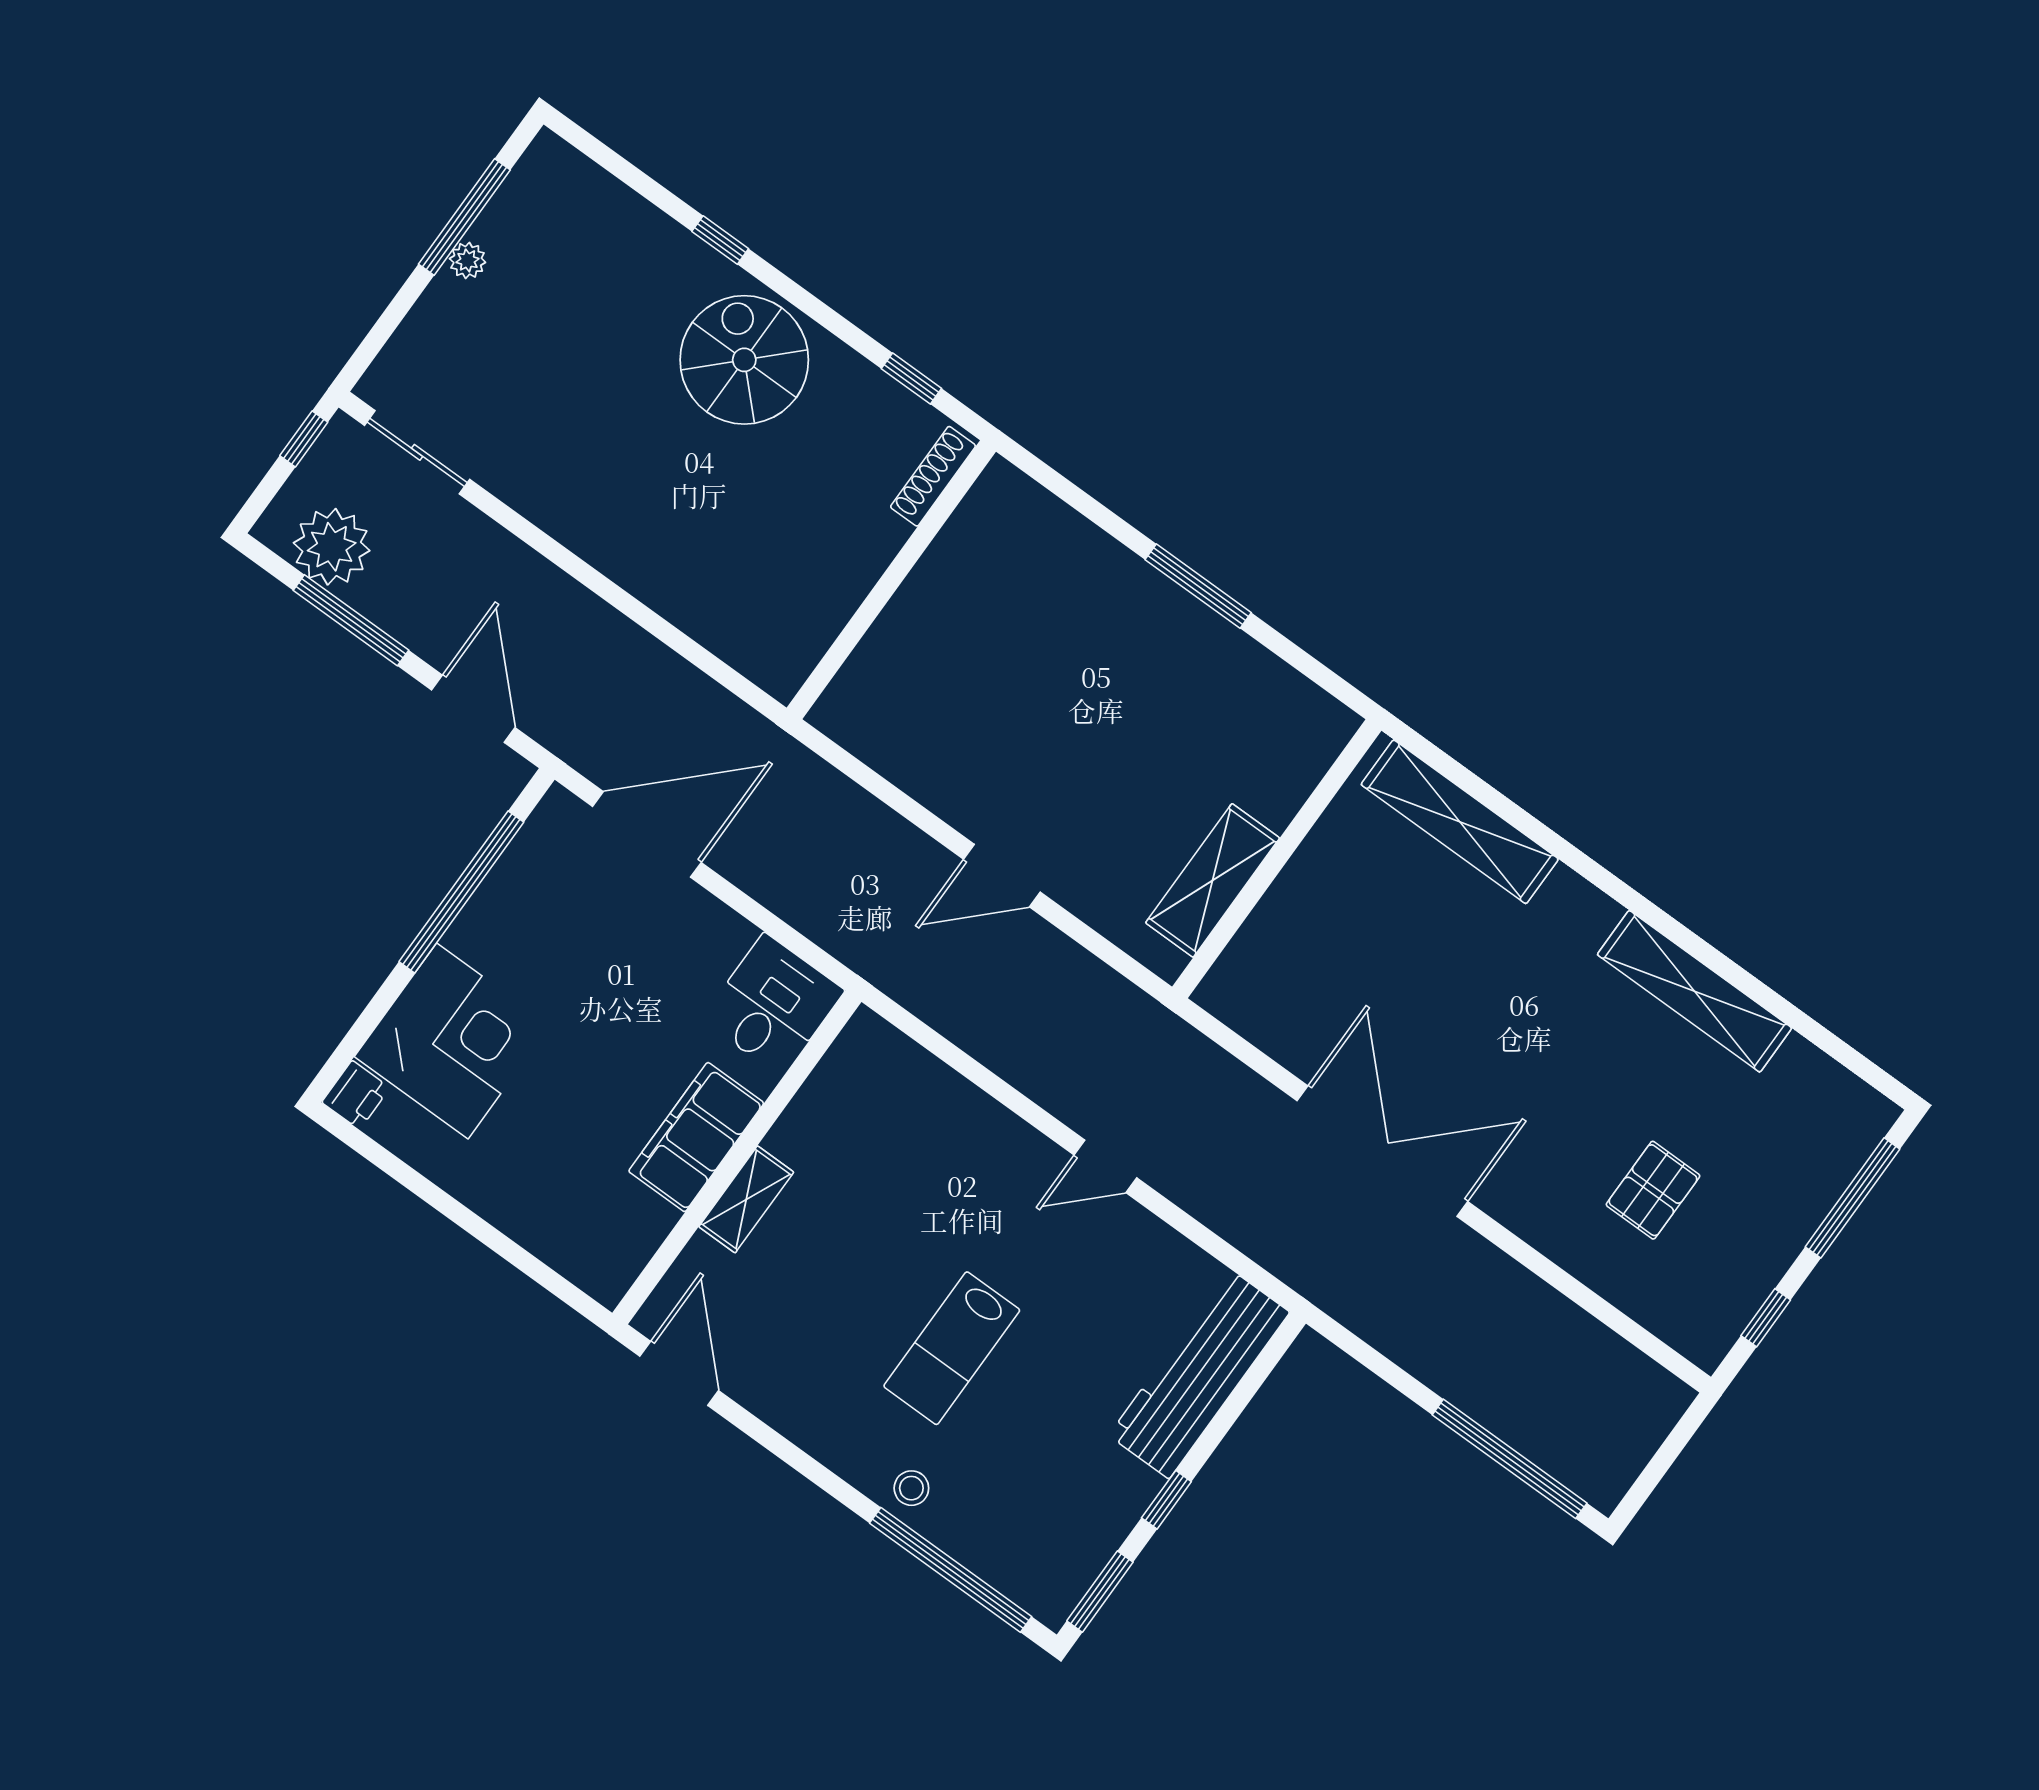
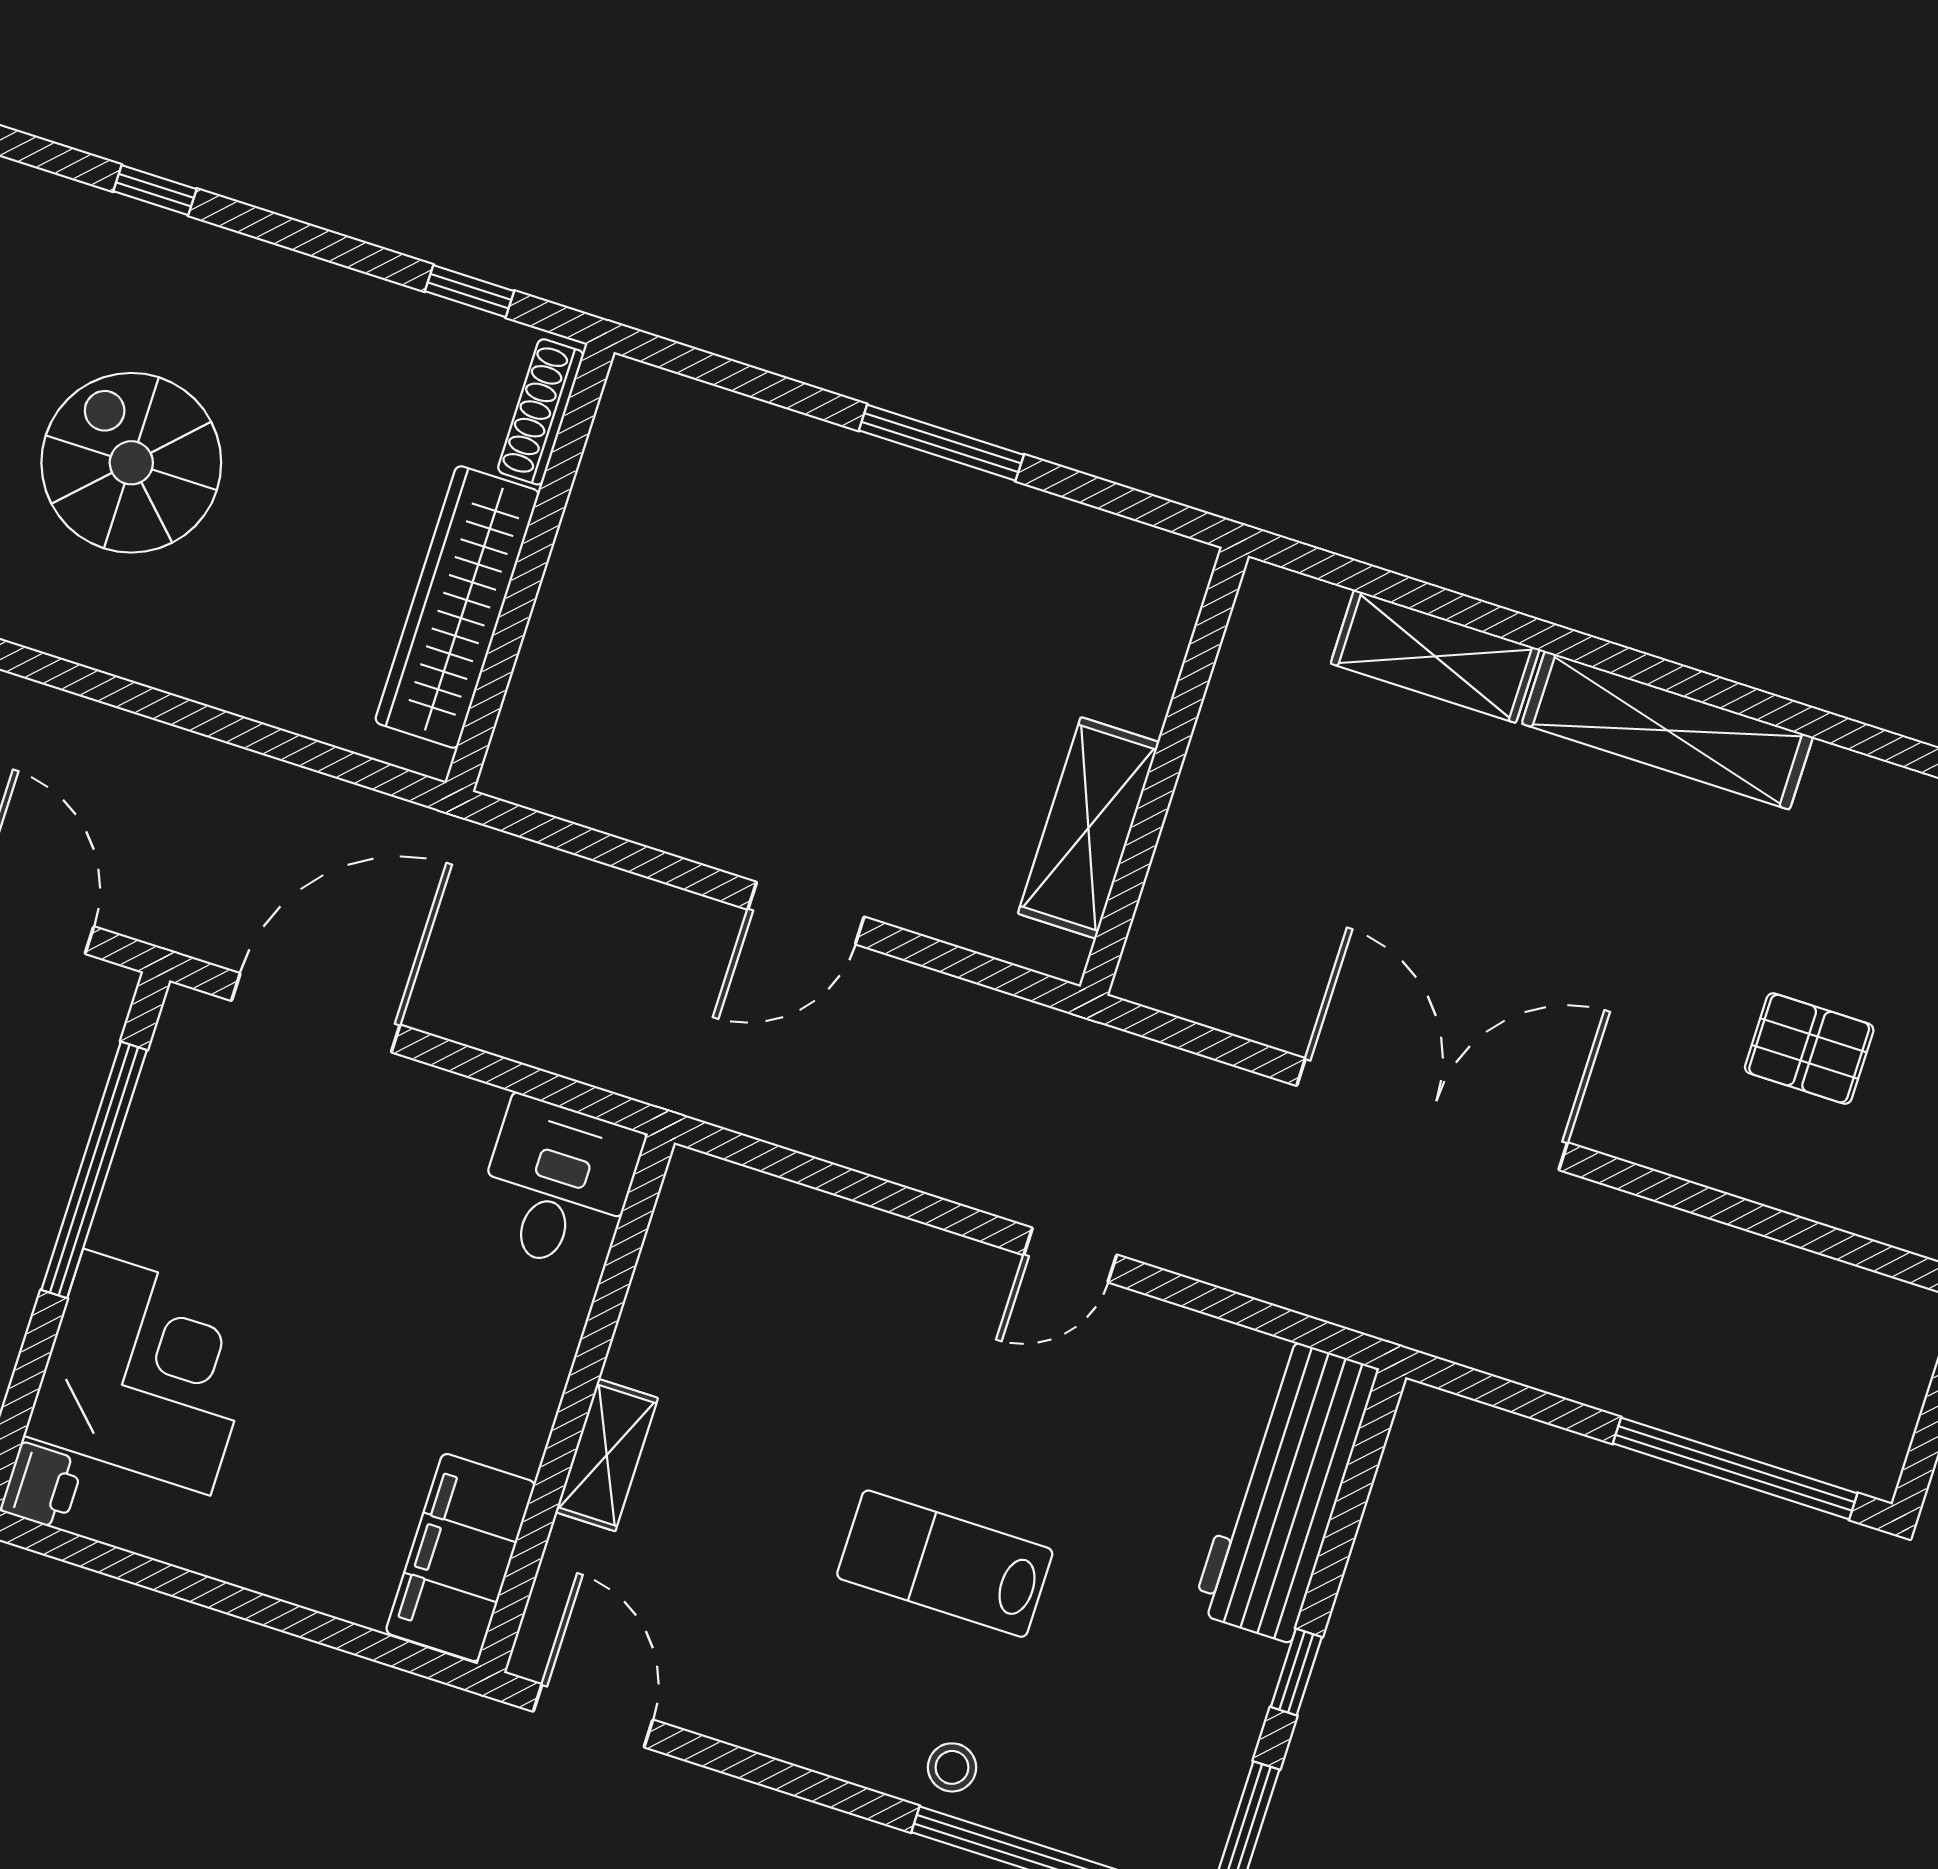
spiral stairs: (744, 360) -> (131, 463), moved
wardrobe: (833, 590) -> (457, 607), added
shelving: (1460, 822) -> (1435, 656), width x0.68
shelving: (1694, 991) -> (1667, 730), moved
filing cabinet: (696, 1137) -> (461, 1558), moved
pallet: (1653, 1190) -> (1809, 1049), turned 90
lab bench: (952, 1348) -> (945, 1564), turned 90

